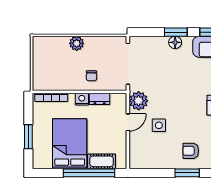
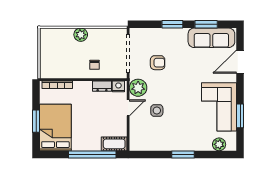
floor lamp: (175, 42) -> (172, 34), removed
nightstand: (82, 99) -> (118, 86), moved
bed: (70, 144) -> (55, 128), moved
armchair: (191, 151) -> (158, 63), moved, turned 180
cot: (102, 161) -> (114, 144), moved

